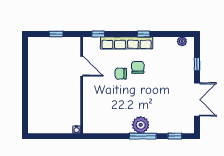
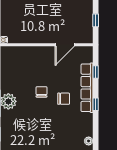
window: (98, 34) -> (96, 72), moved
chair: (121, 74) -> (42, 92), moved

